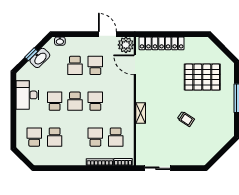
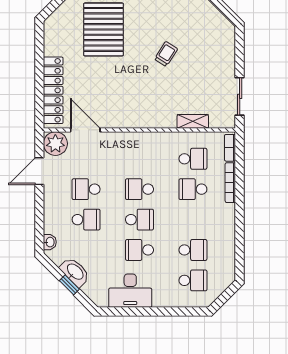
door: (135, 65) -> (85, 130), swing flipped
shelving: (141, 113) -> (193, 121), moved
school desk: (34, 137) -> (193, 280), turned 180

